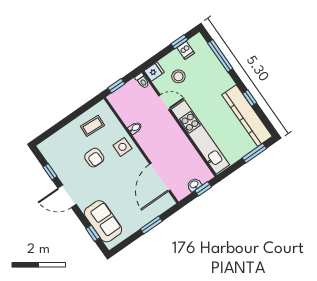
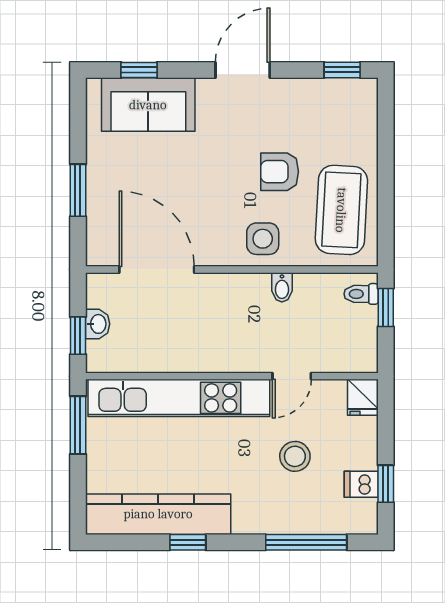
stool: (178, 76) -> (295, 456), moved
toilet: (142, 81) -> (361, 294), moved
coffee table: (93, 126) -> (341, 210), width x1.86, depth x1.72
window: (254, 153) -> (78, 425), moved
window: (50, 172) -> (342, 70), moved

